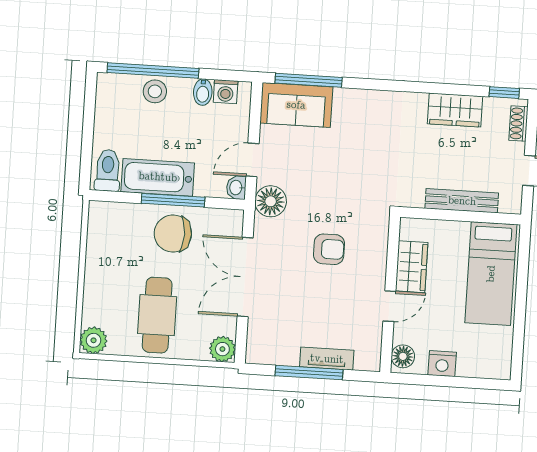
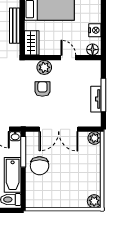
window: (173, 200) -> (23, 152), moved
floor lamp: (271, 201) -> (21, 119), removed
plant: (373, 256) -> (44, 67), added
wardrobe: (412, 267) -> (32, 43), moved, turned 90
cafe table: (157, 315) -> (80, 171), removed
tv unit: (327, 359) -> (96, 99), moved

